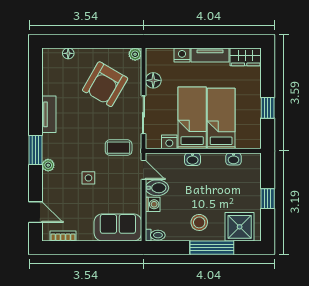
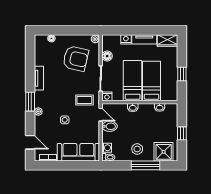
armchair: (105, 84) -> (76, 59), turned -107
nightstand: (169, 142) -> (107, 96), moved
washing machine: (153, 204) -> (107, 148), moved
sofa: (118, 227) -> (78, 152), width x1.36

